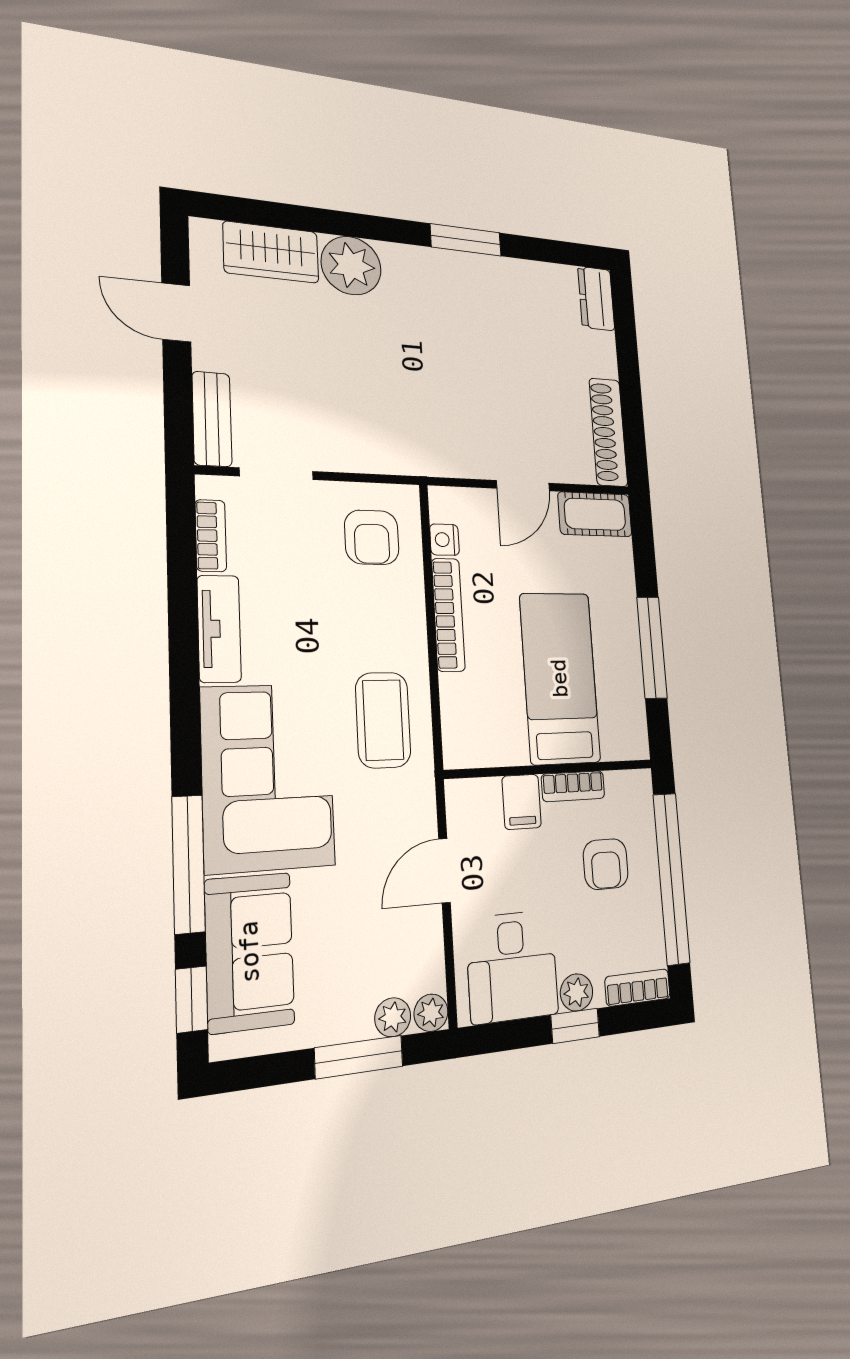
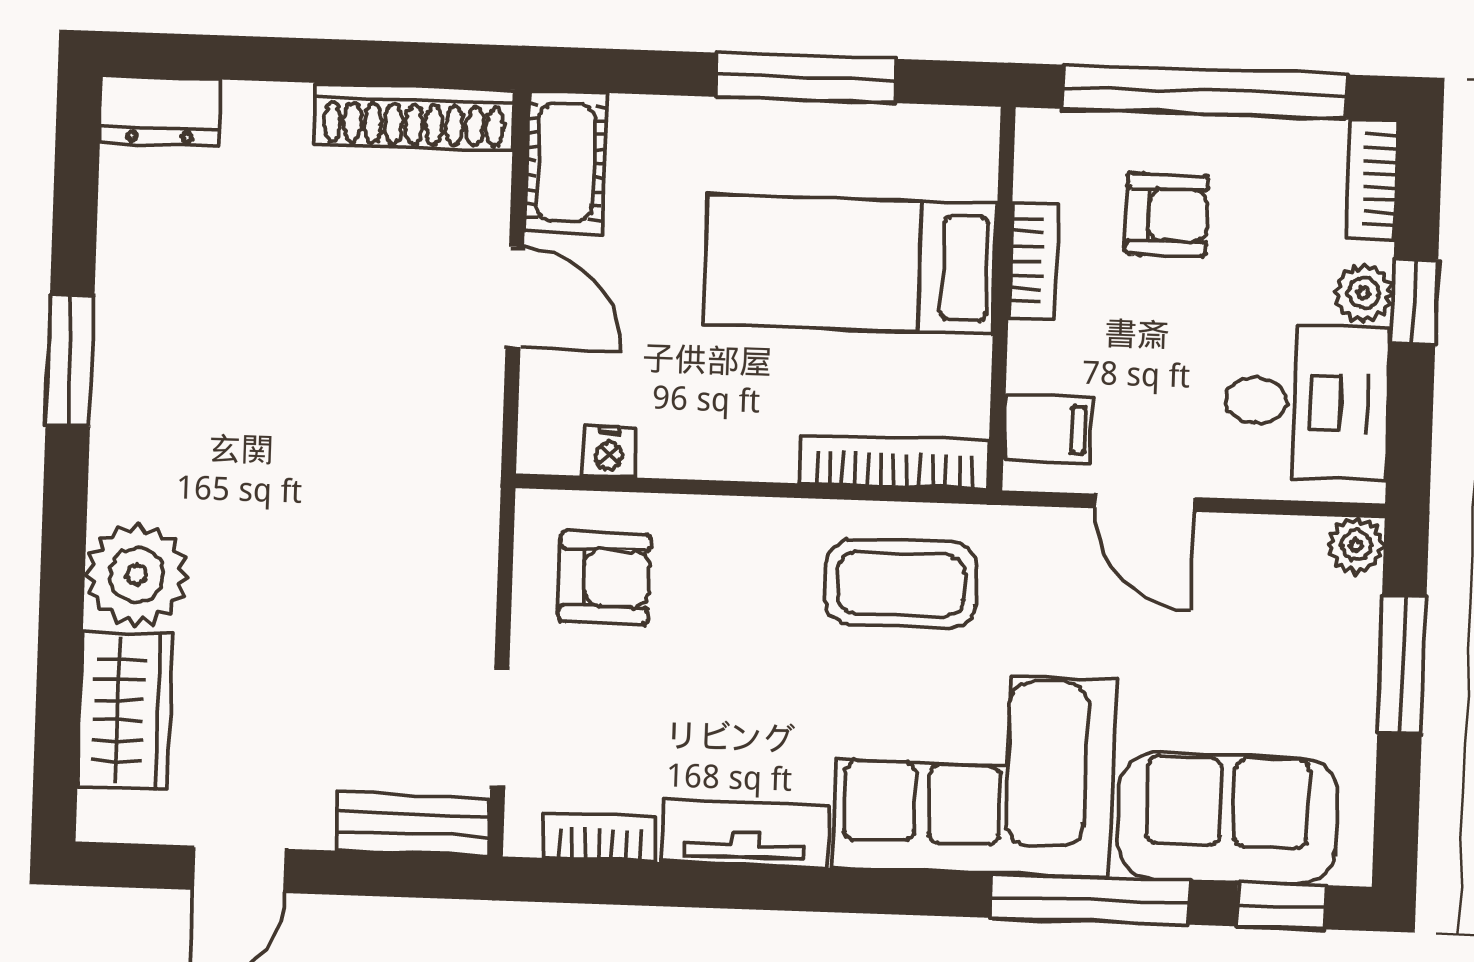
bookcase: (448, 615) -> (894, 462), moved
filing cabinet: (522, 802) -> (1048, 429), moved
plant: (393, 1017) -> (1353, 607), removed

